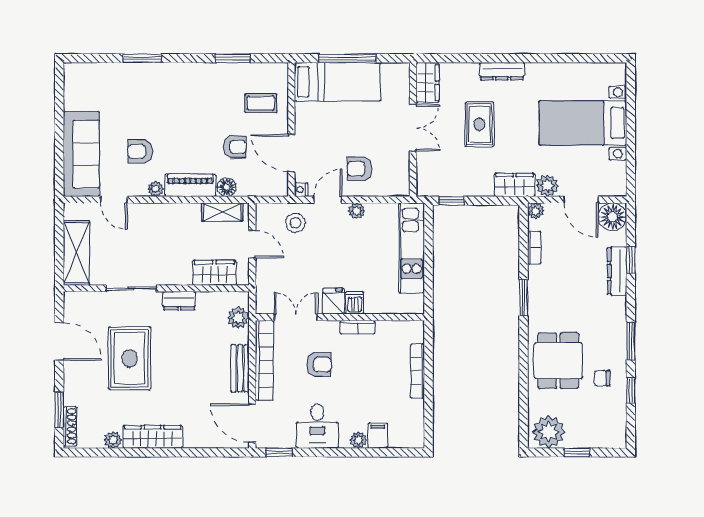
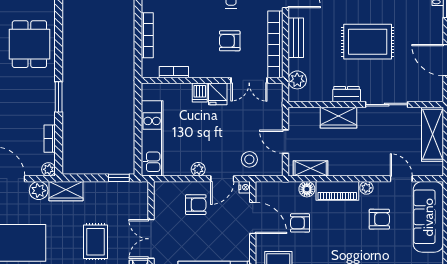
wardrobe: (214, 273) -> (339, 118), moved
bookcase: (358, 327) -> (174, 72), moved
rug: (130, 358) -> (368, 42), moved, turned 90

